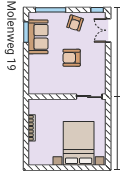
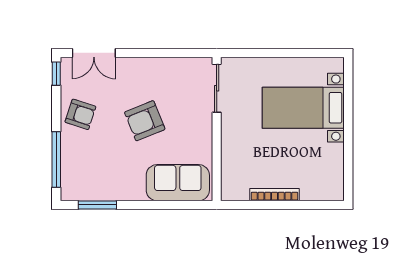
sofa: (38, 37) -> (178, 183), moved
armchair: (72, 58) -> (145, 121), turned 68
bed with nightstands: (79, 143) -> (303, 108), width x0.73

